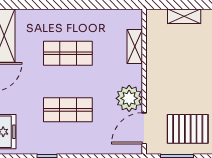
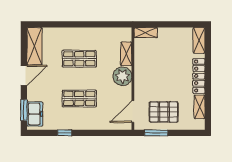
shelving: (184, 16) -> (146, 33), moved
plant: (129, 98) -> (122, 76), moved

